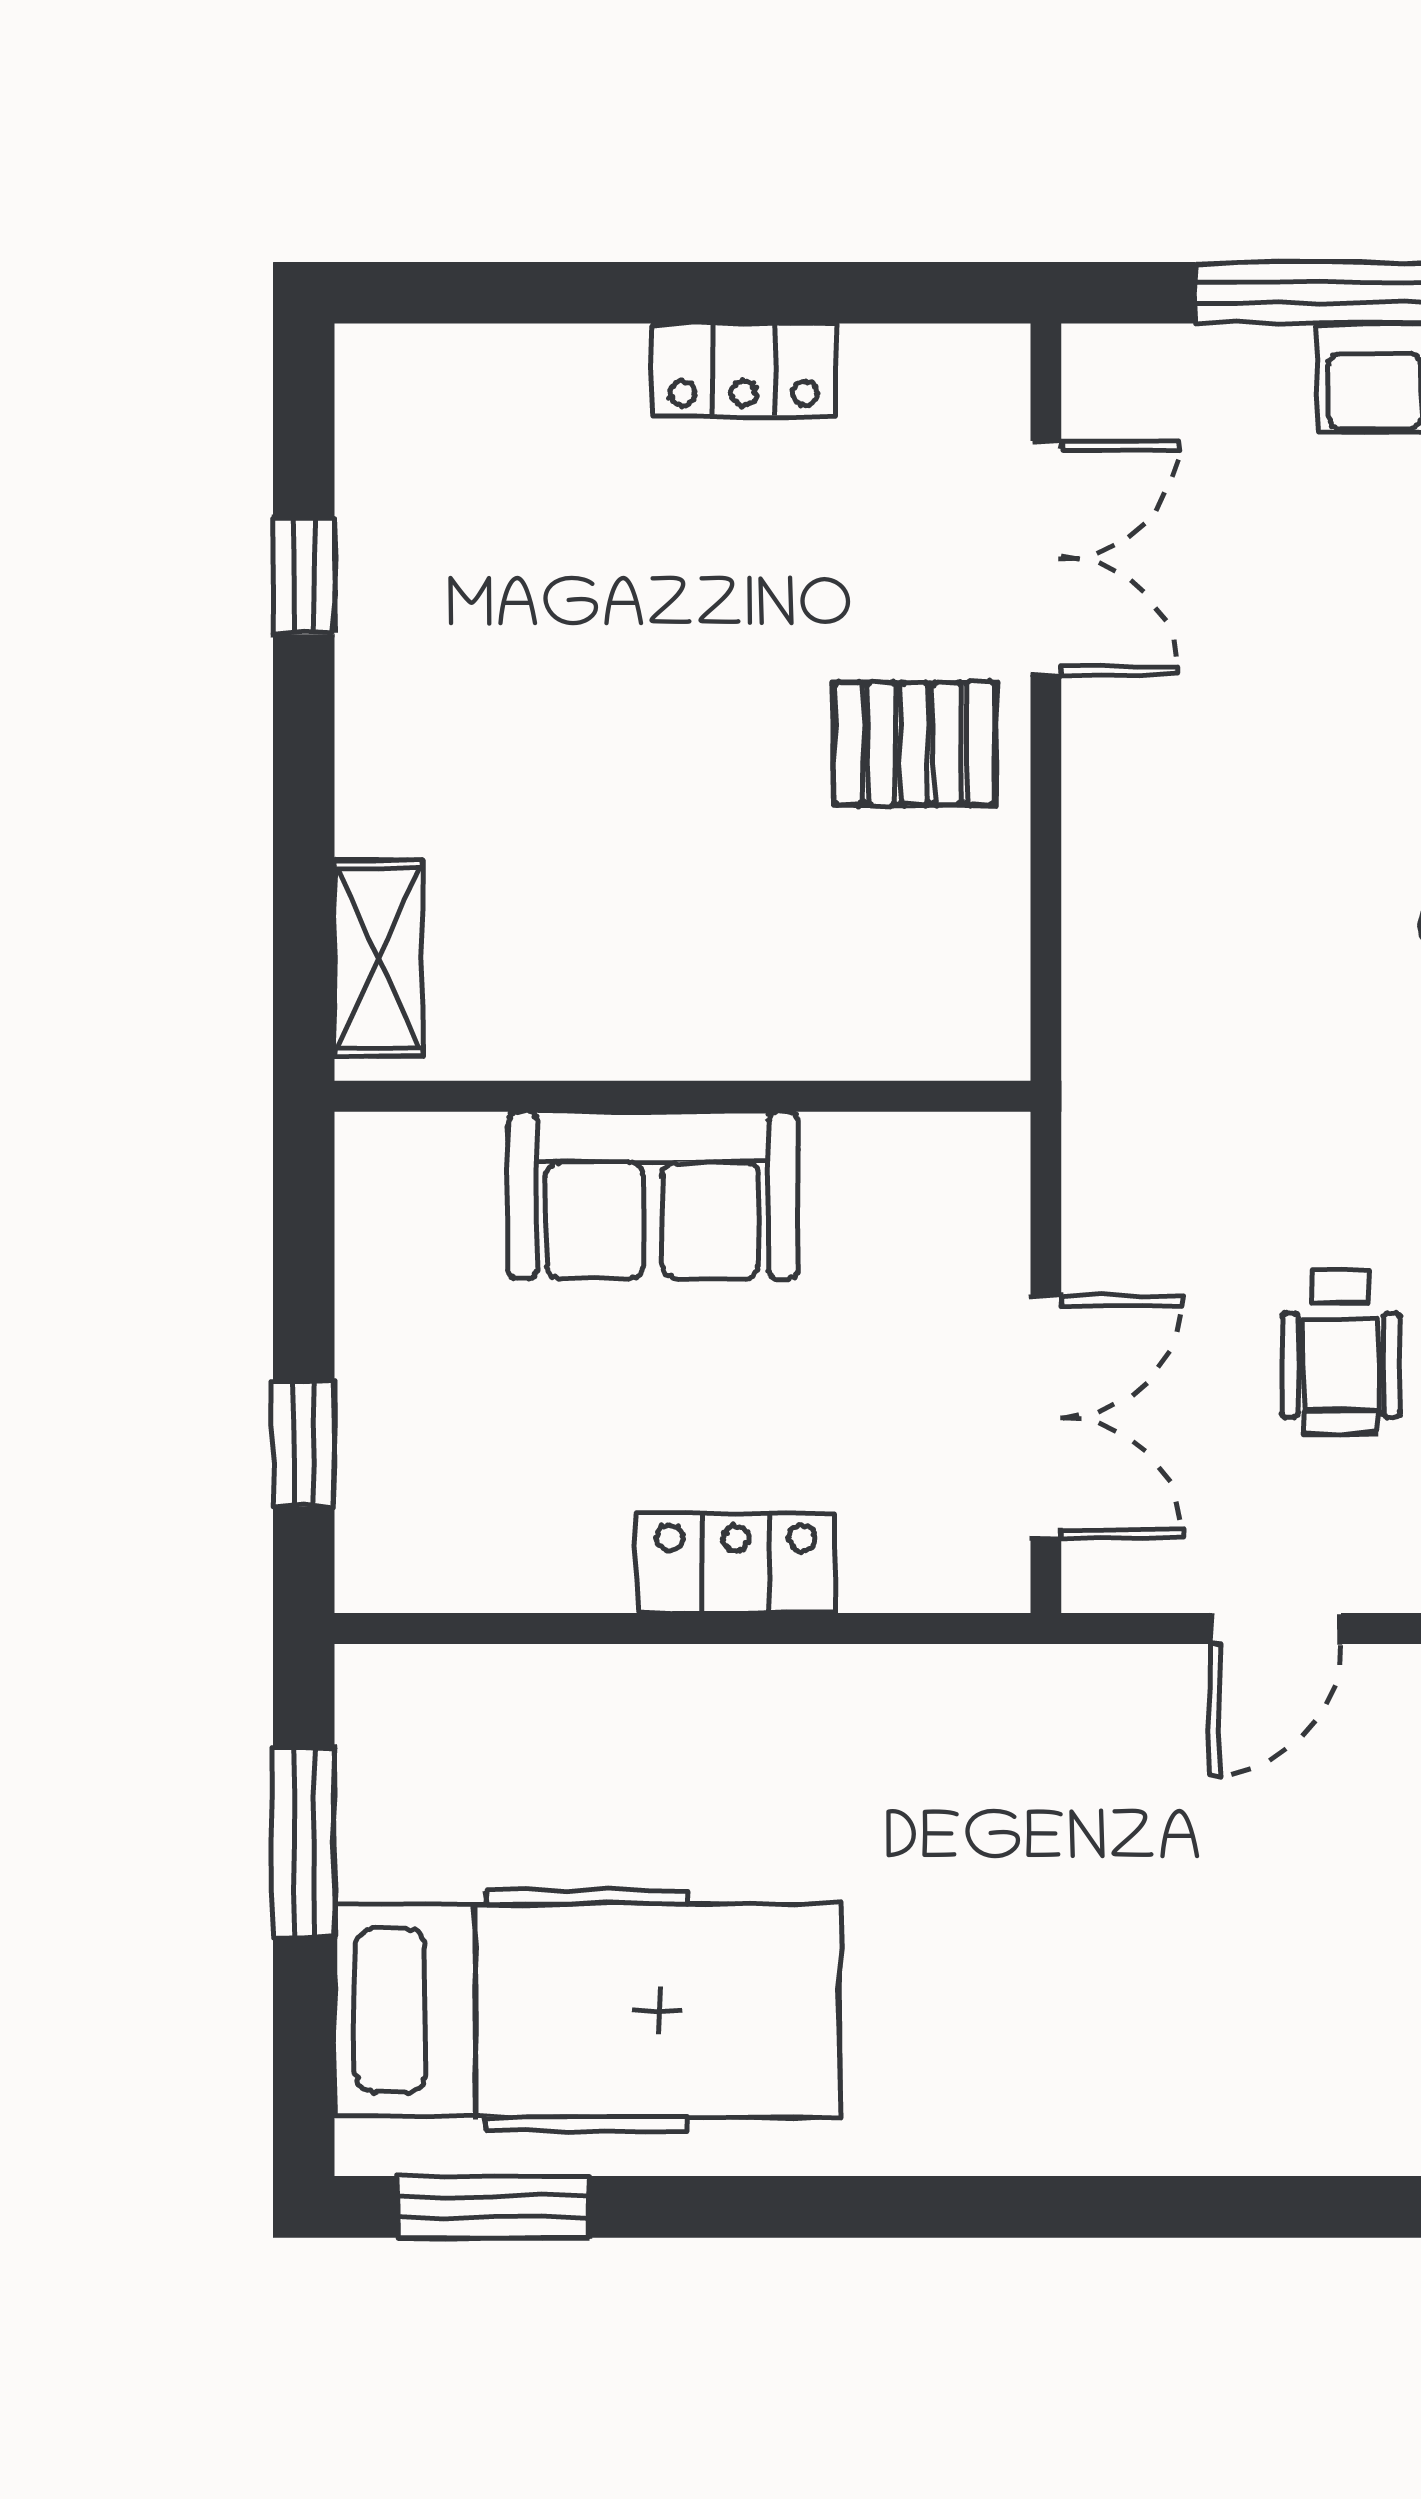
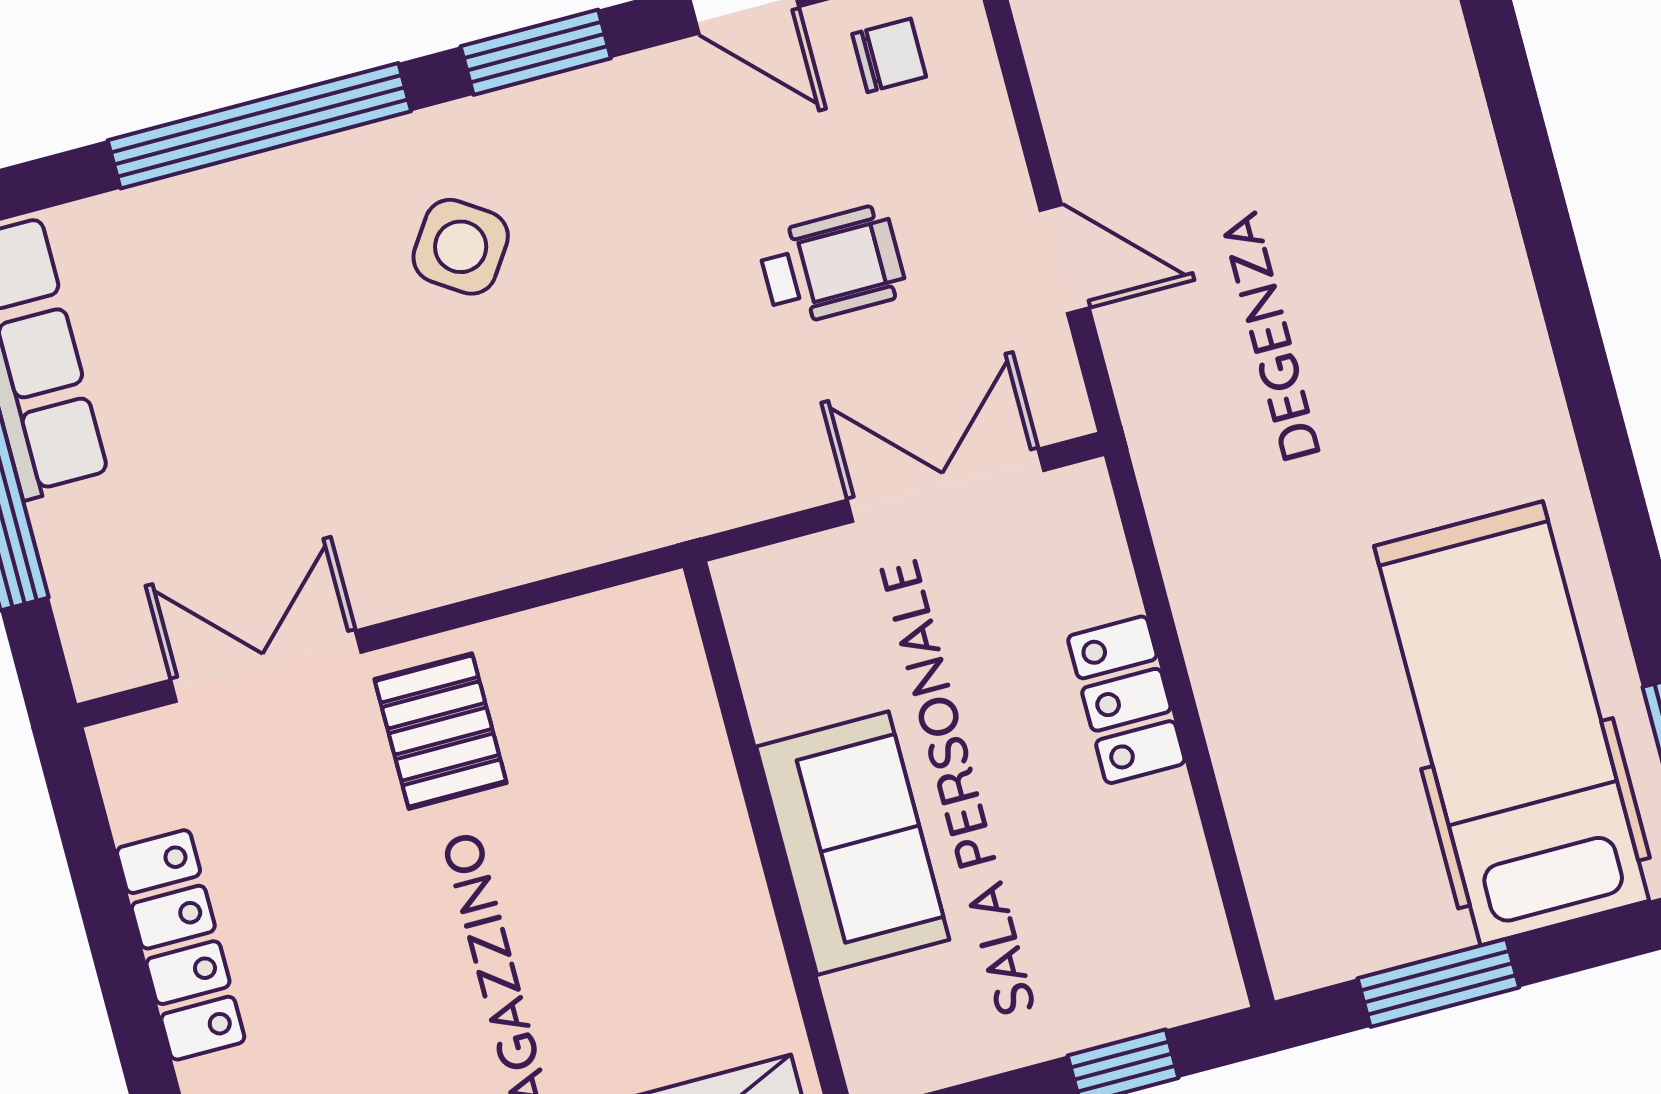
locker: (744, 370) -> (181, 945), width x1.53

